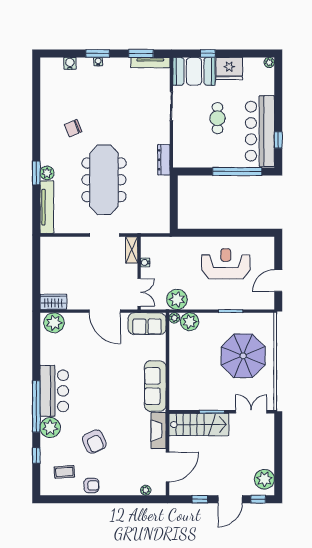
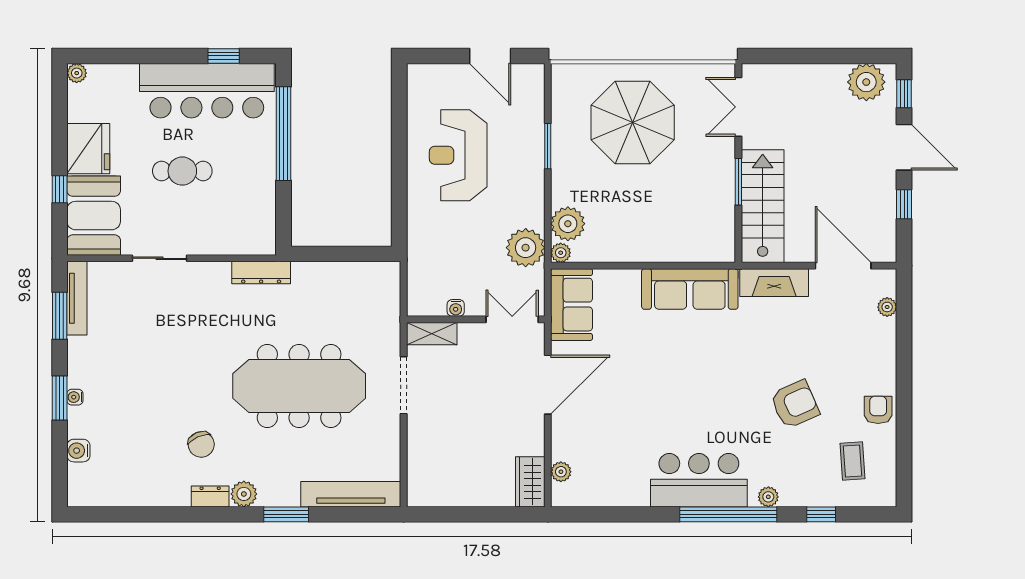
dresser: (46, 133) -> (210, 496), added
plant: (47, 173) -> (244, 494), moved
plant: (54, 323) -> (561, 472), width x0.53, depth x0.53
plant: (50, 427) -> (768, 497), width x0.53, depth x0.53

